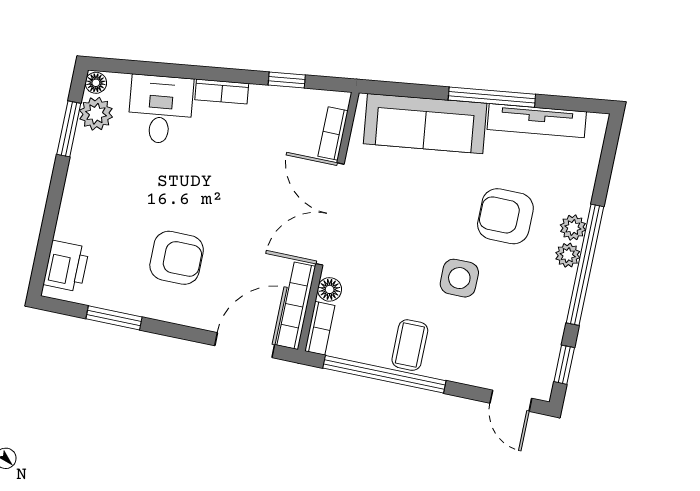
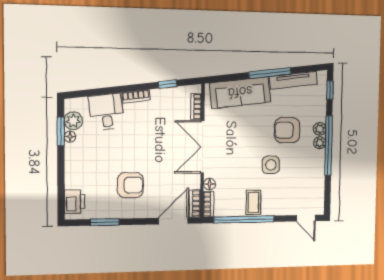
floor lamp: (96, 83) -> (70, 137), moved
bookcase: (296, 306) -> (195, 203), width x0.64
window: (564, 365) -> (330, 90), moved

